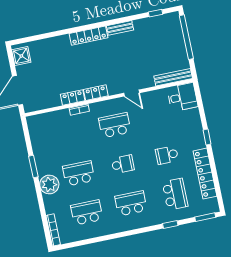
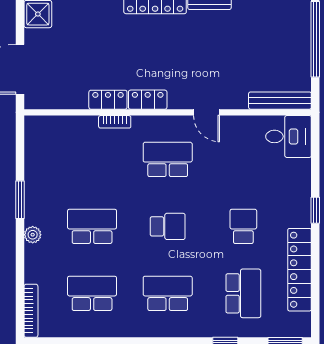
school desk: (167, 155) -> (243, 226), turned 90
plant: (49, 185) -> (33, 235), width x0.53, depth x0.53

